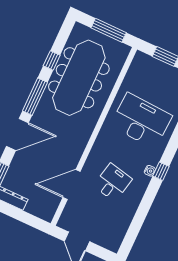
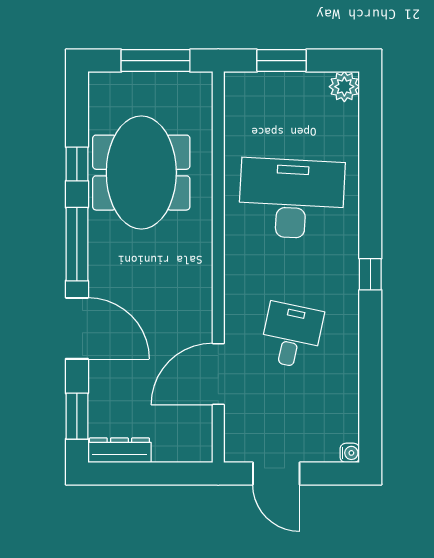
meeting table: (79, 78) -> (141, 173), width x0.73
door: (17, 135) -> (77, 328), hinge flipped
water cooler: (150, 171) -> (350, 453), moved

